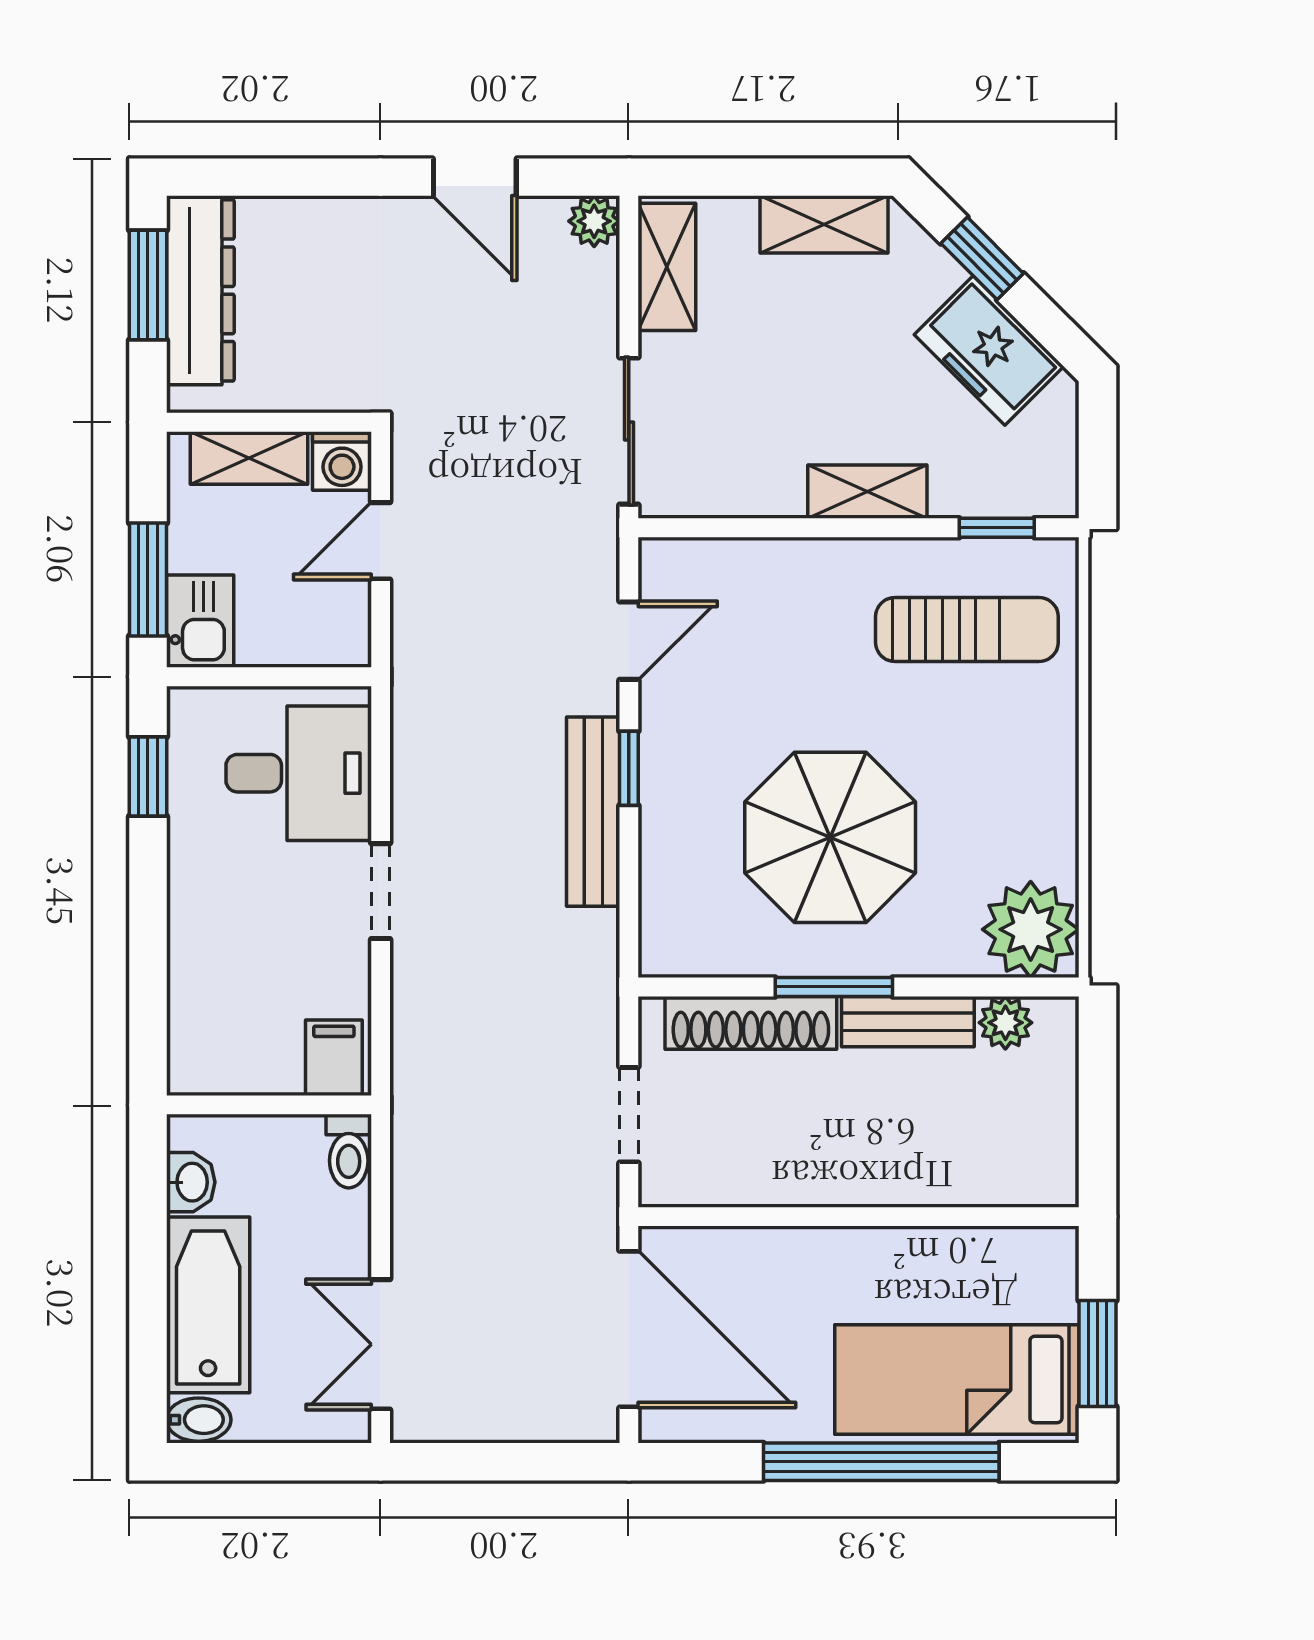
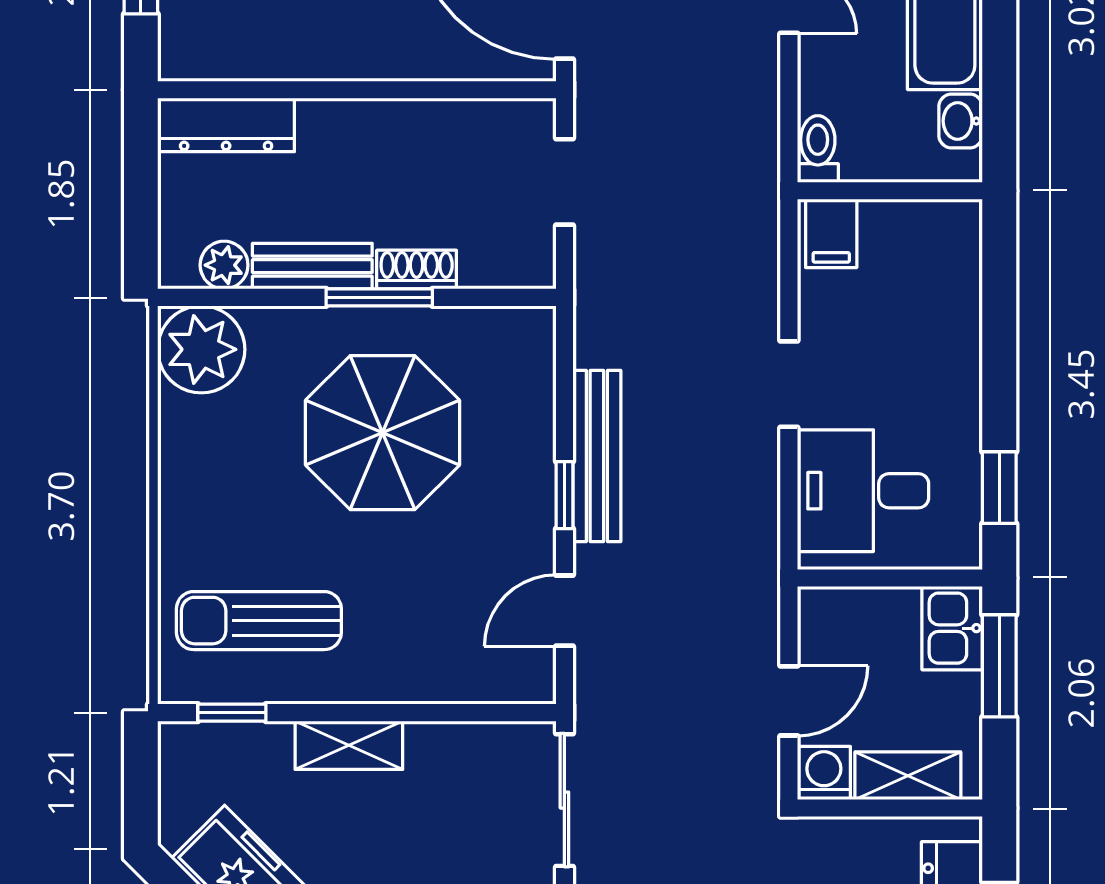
shoe rack: (751, 1023) -> (417, 270), width x0.51, depth x0.81
dresser: (1003, 1178) -> (226, 125), added

